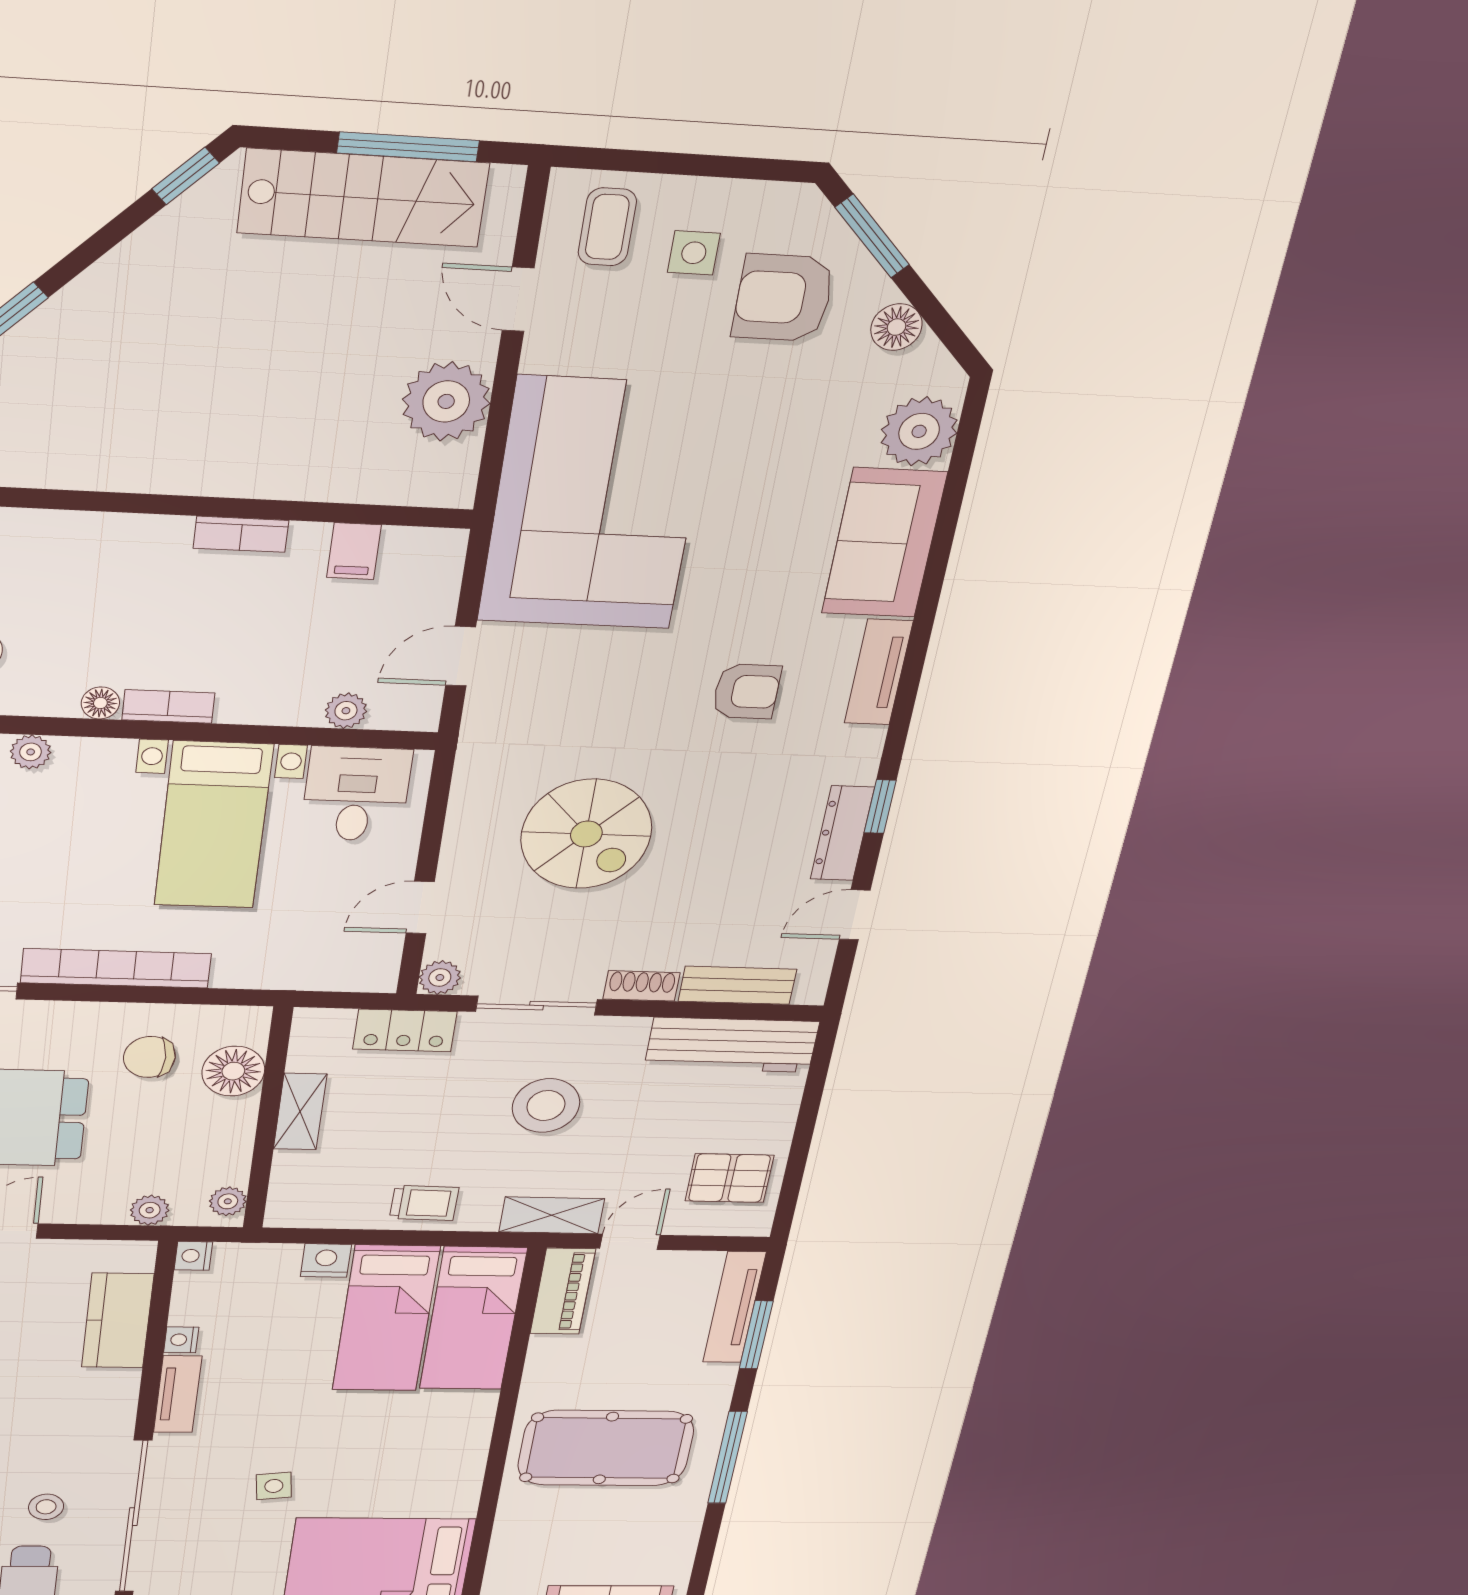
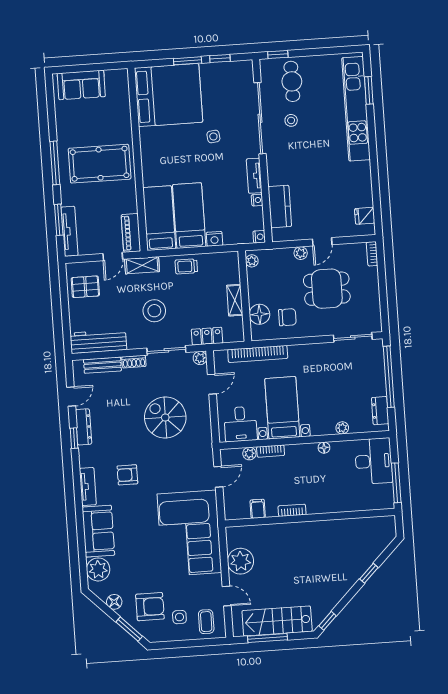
bookcase: (168, 706) -> (271, 451), moved
bookcase: (116, 968) -> (258, 354), moved
plant: (150, 1210) -> (301, 253), moved

